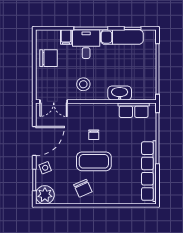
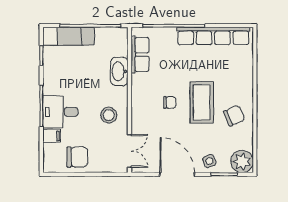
exam couch: (122, 37) -> (68, 36), moved, turned 90
chair: (49, 58) -> (77, 157), turned 90

